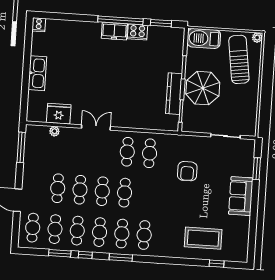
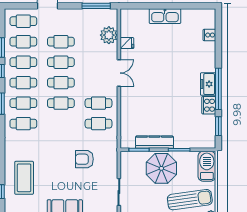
cooker: (39, 25) -> (209, 35), moved
fridge: (59, 114) -> (127, 43), width x0.53, depth x0.75
plant: (54, 131) -> (109, 35), width x1.88, depth x1.88

